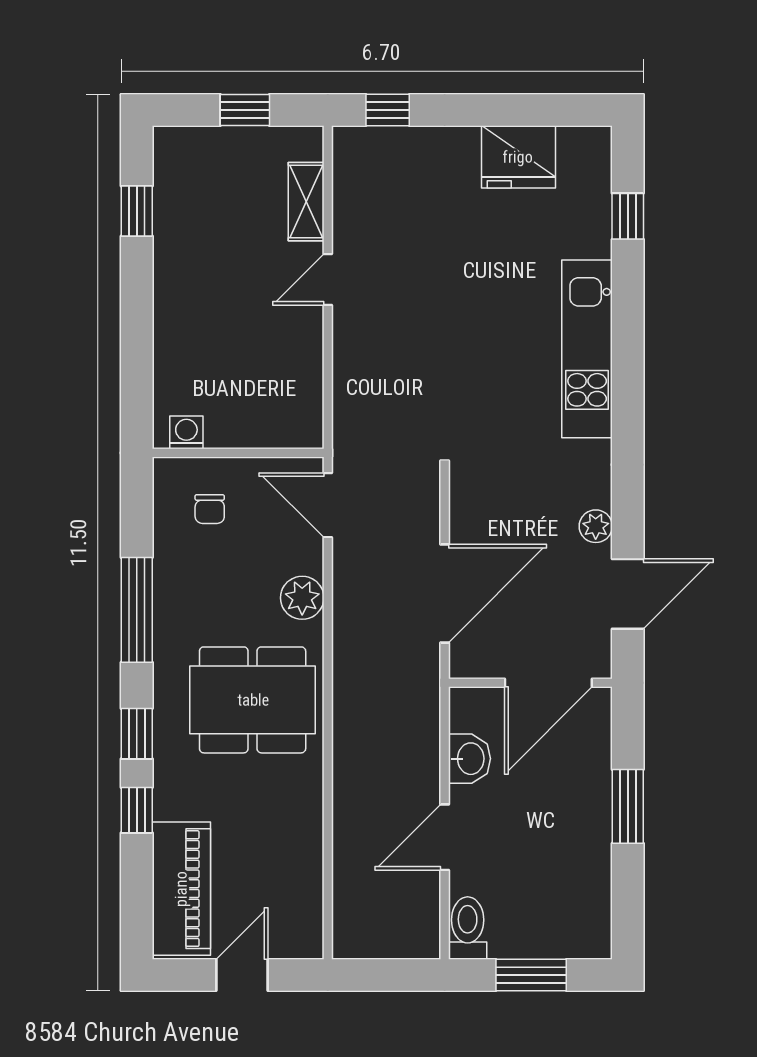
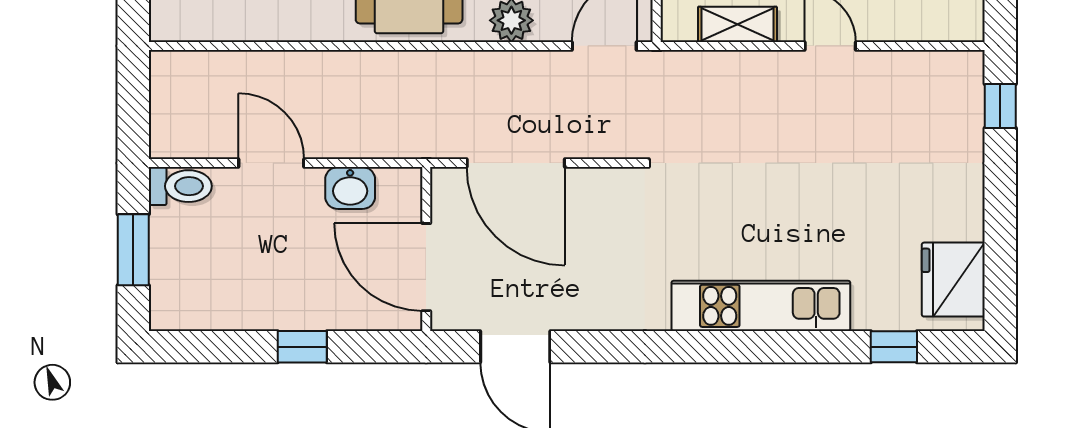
fridge: (518, 157) -> (953, 280), moved
shelving: (306, 202) -> (737, 24), moved
plant: (596, 526) -> (583, 315), removed
window: (628, 806) -> (302, 347), width x0.67

